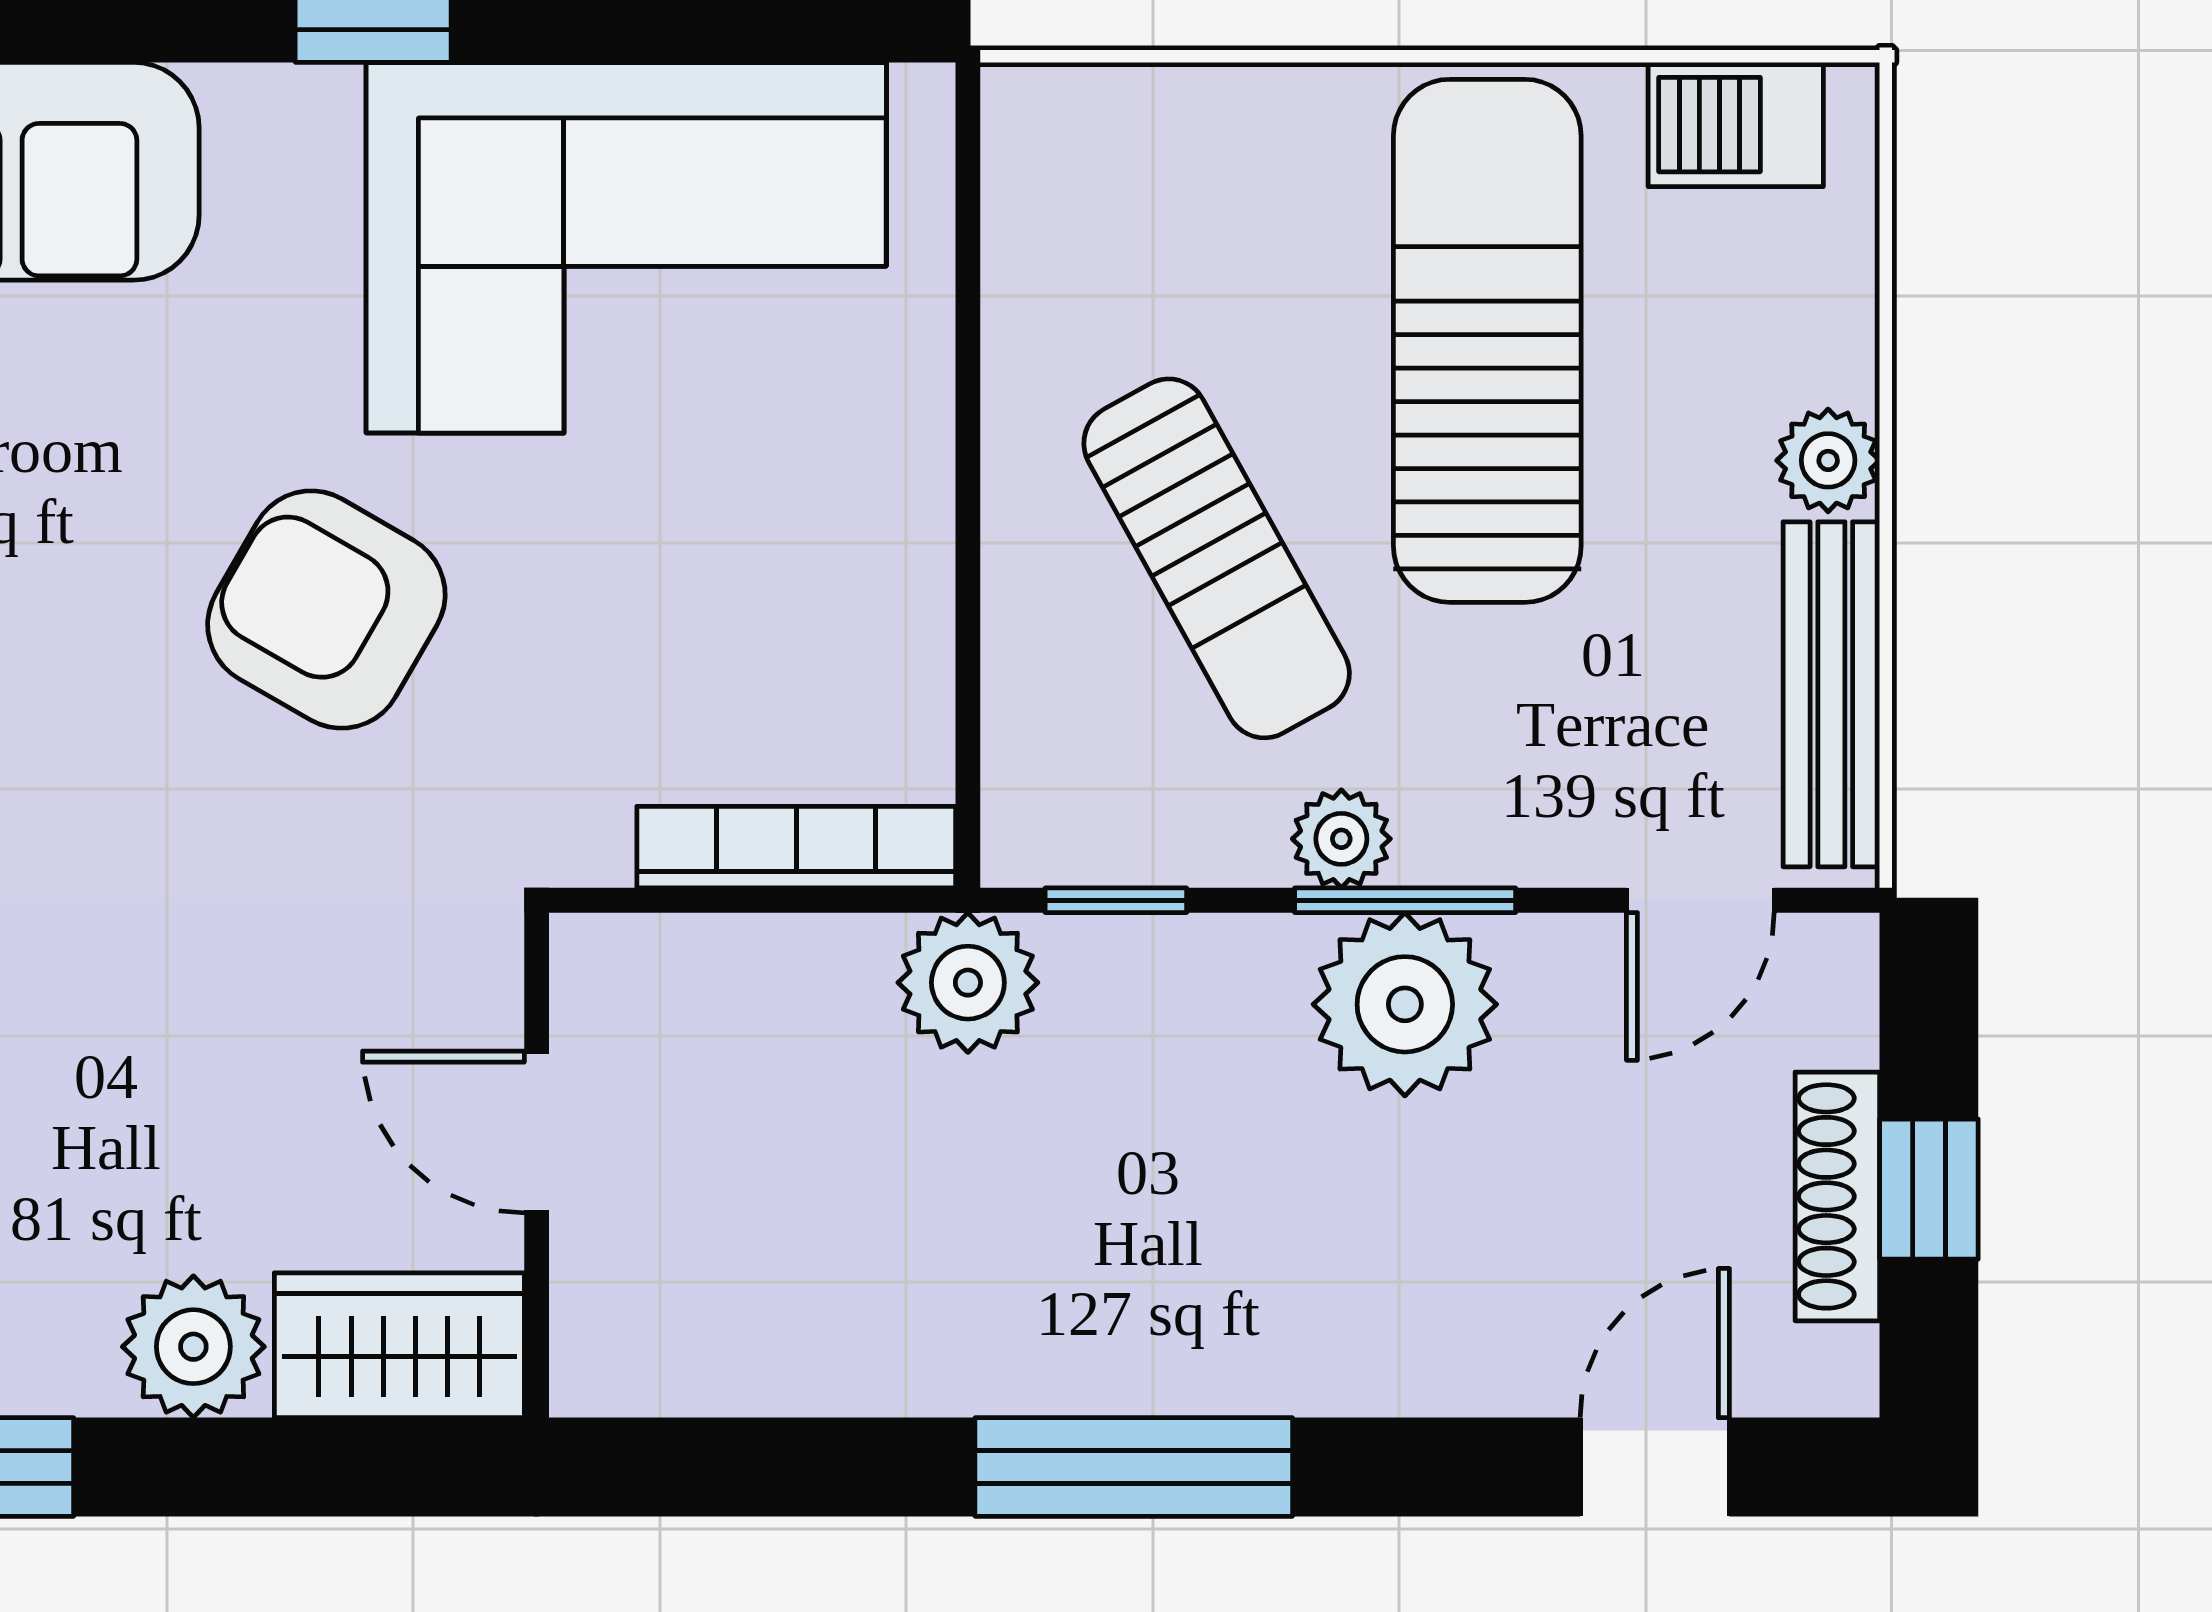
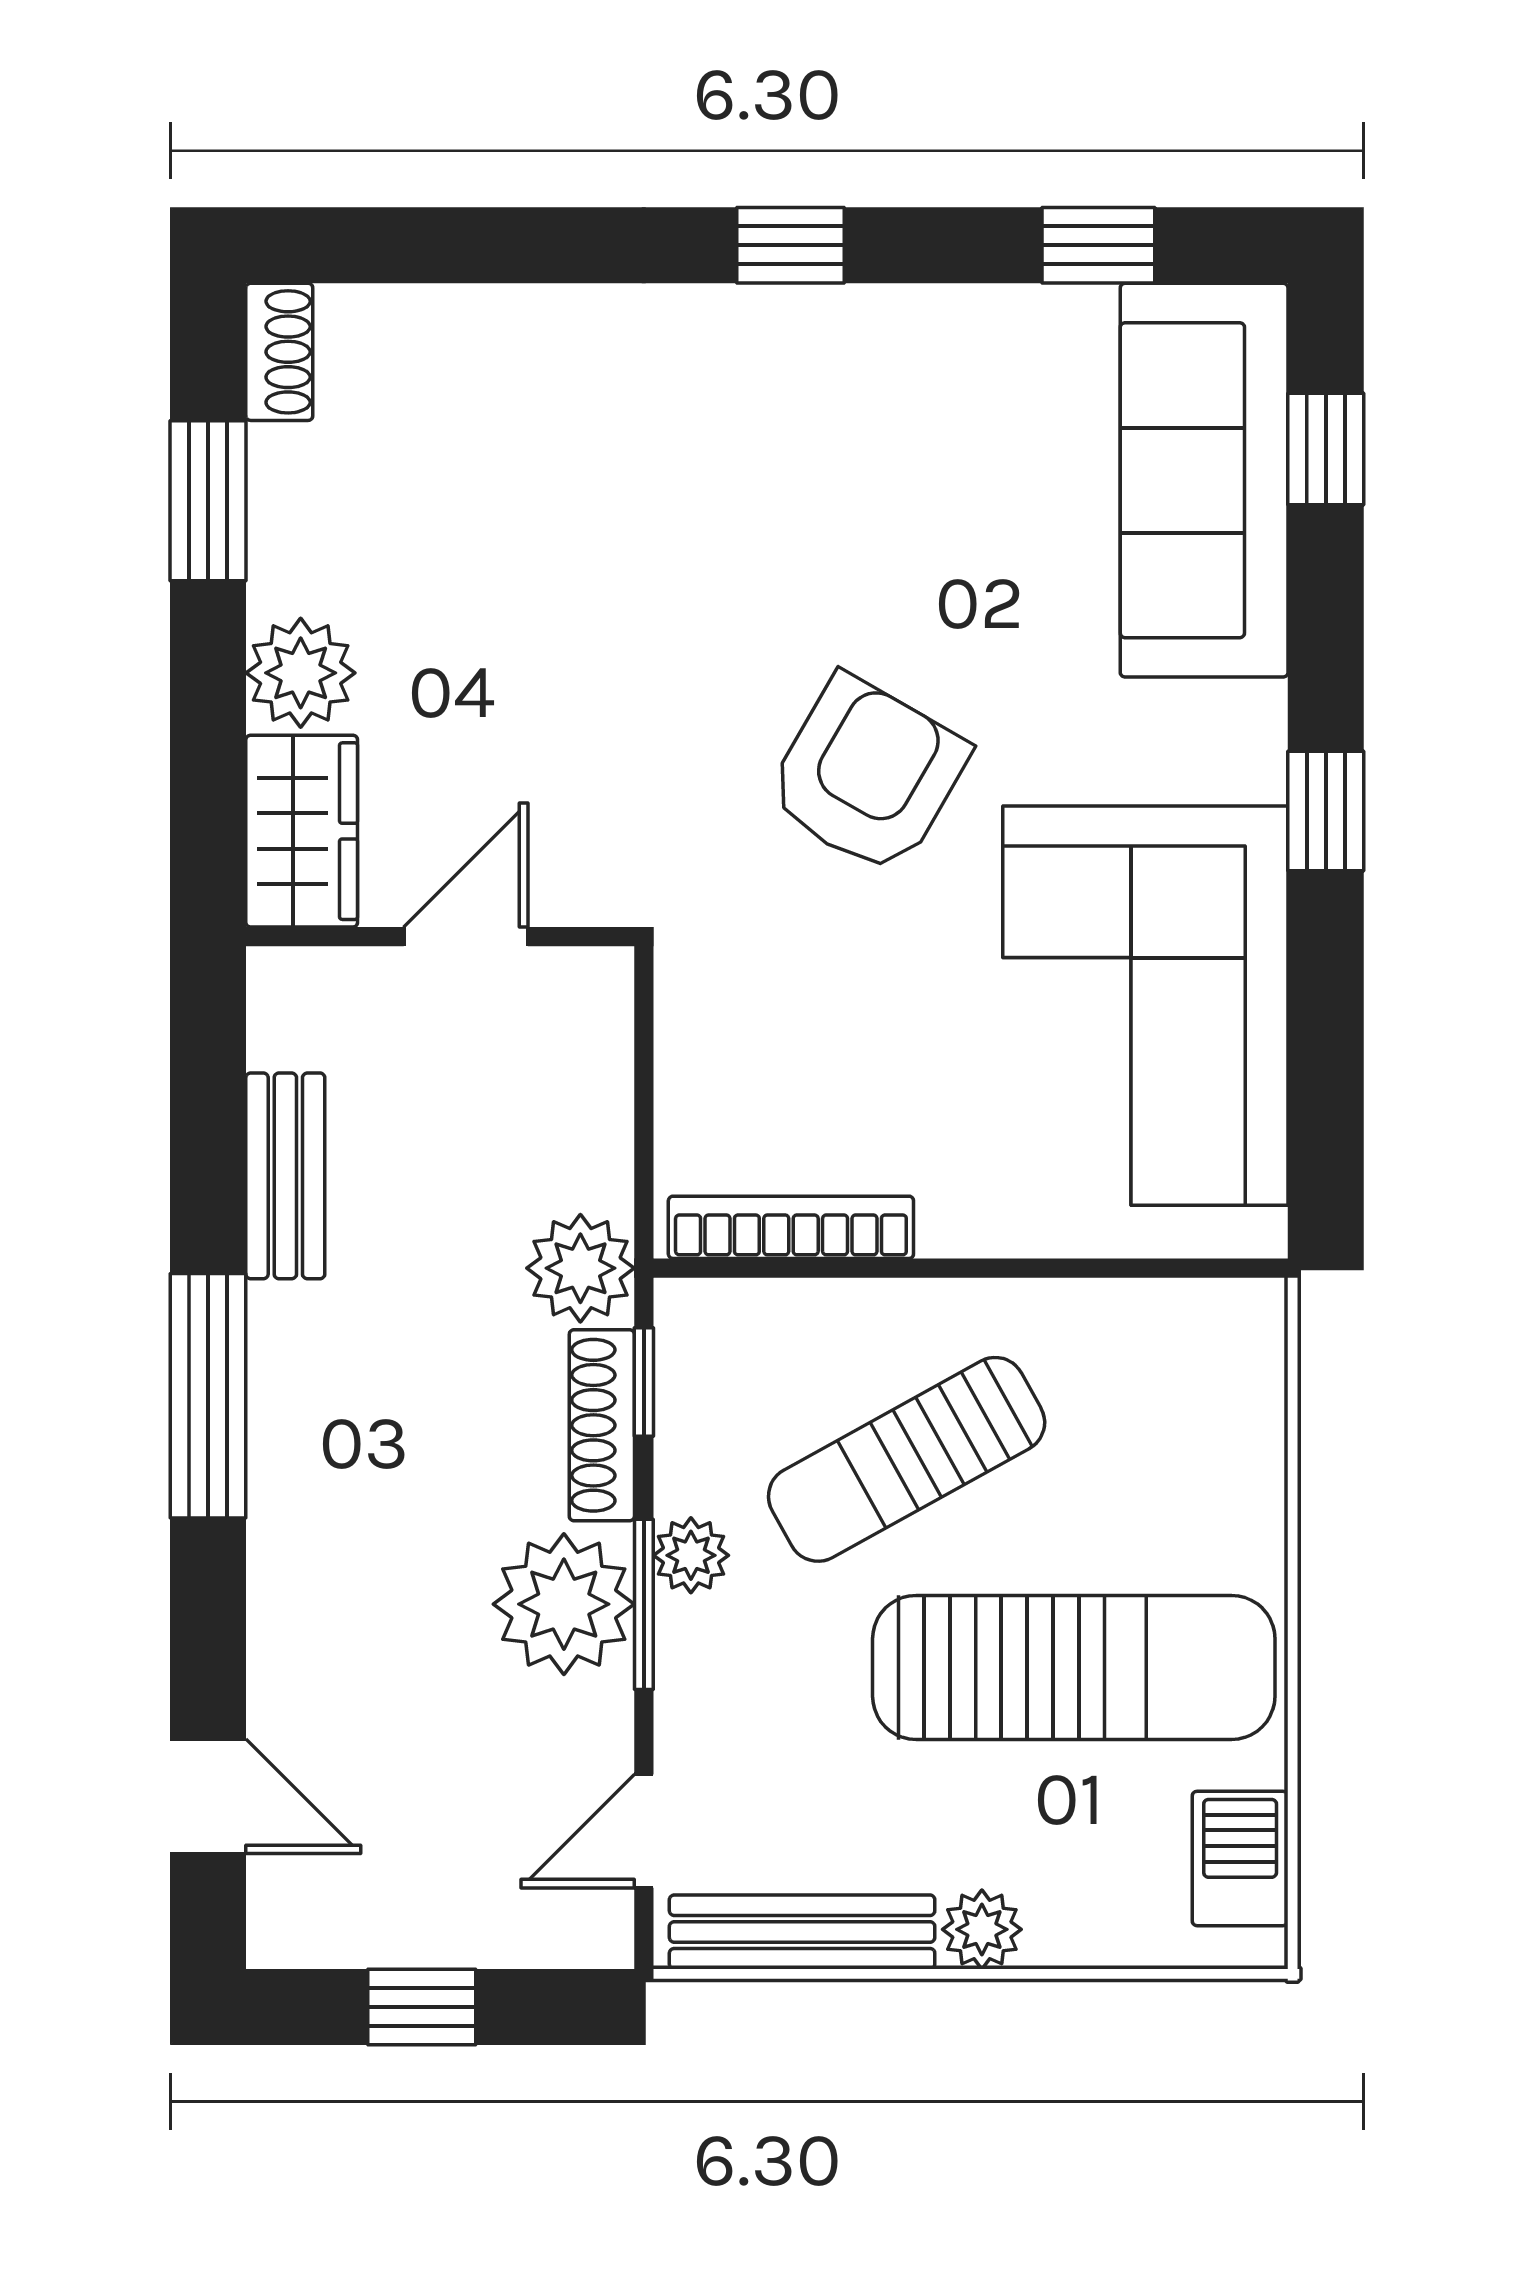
bookcase: (796, 847) -> (791, 1227), moved, turned -90
door: (1700, 900) -> (644, 1831), hinge flipped
shoe rack: (1837, 1196) -> (602, 1425), moved, turned -90
bench: (848, 1367) -> (285, 1176), added

